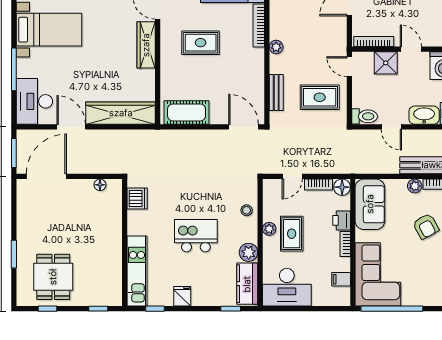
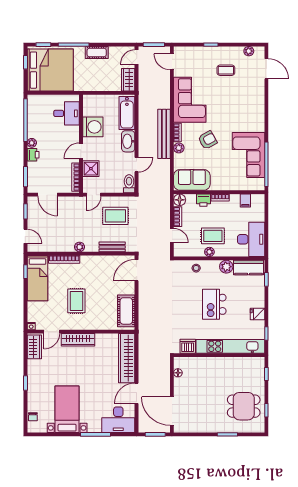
rug: (320, 97) -> (115, 216), turned 90
kitchen unit: (137, 271) -> (230, 346), width x1.36
corner sofa: (378, 274) -> (249, 155), moved, turned -90

